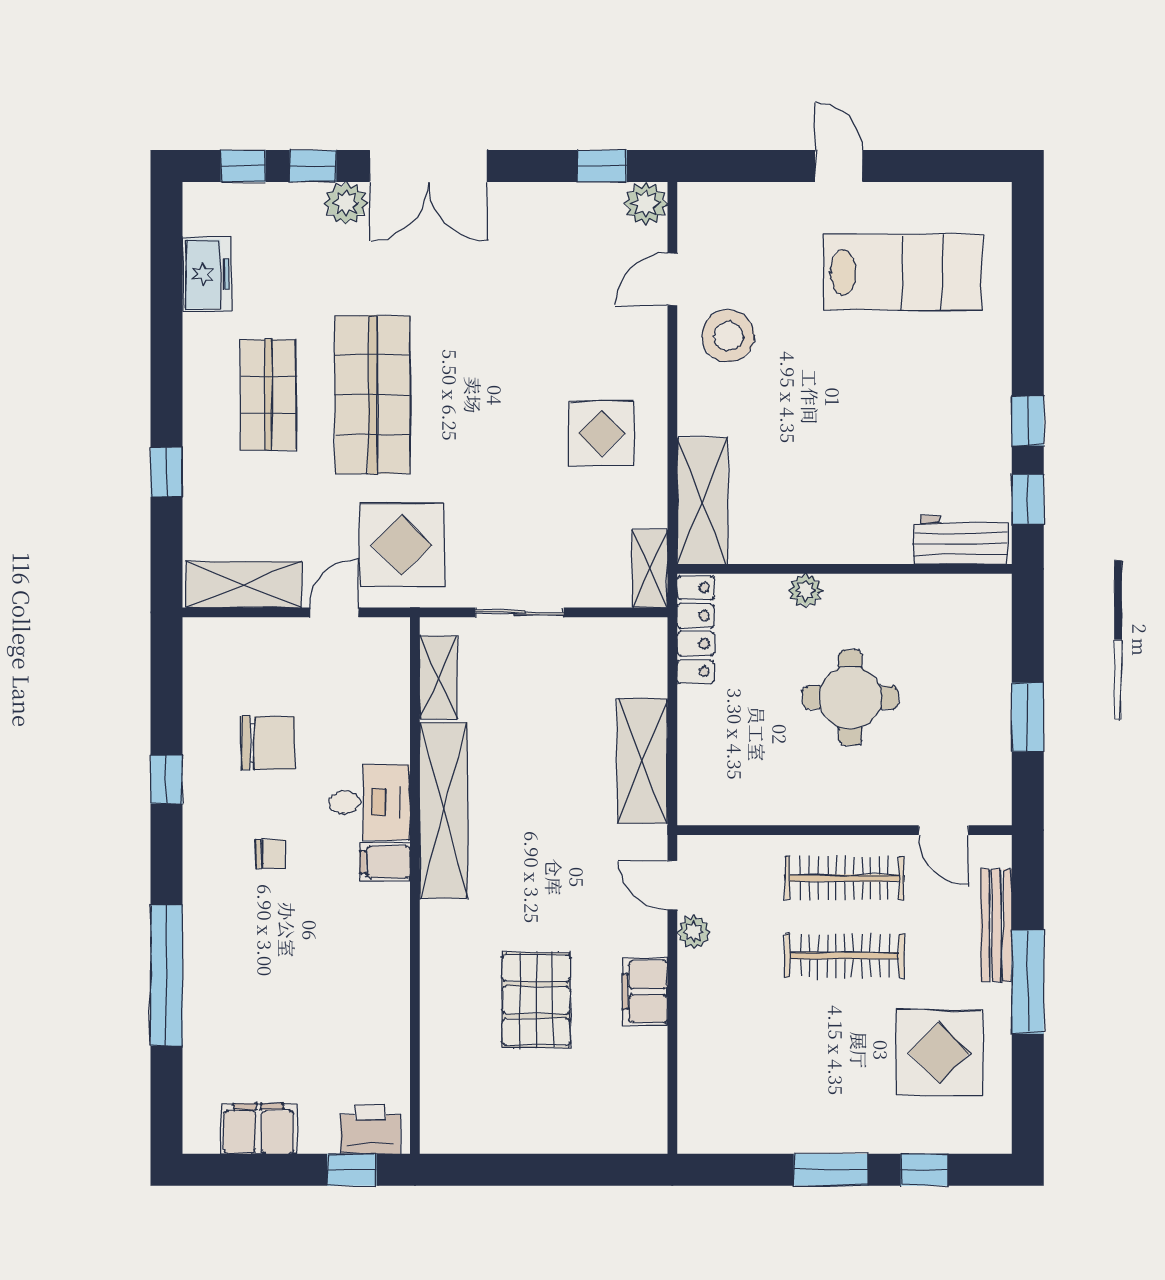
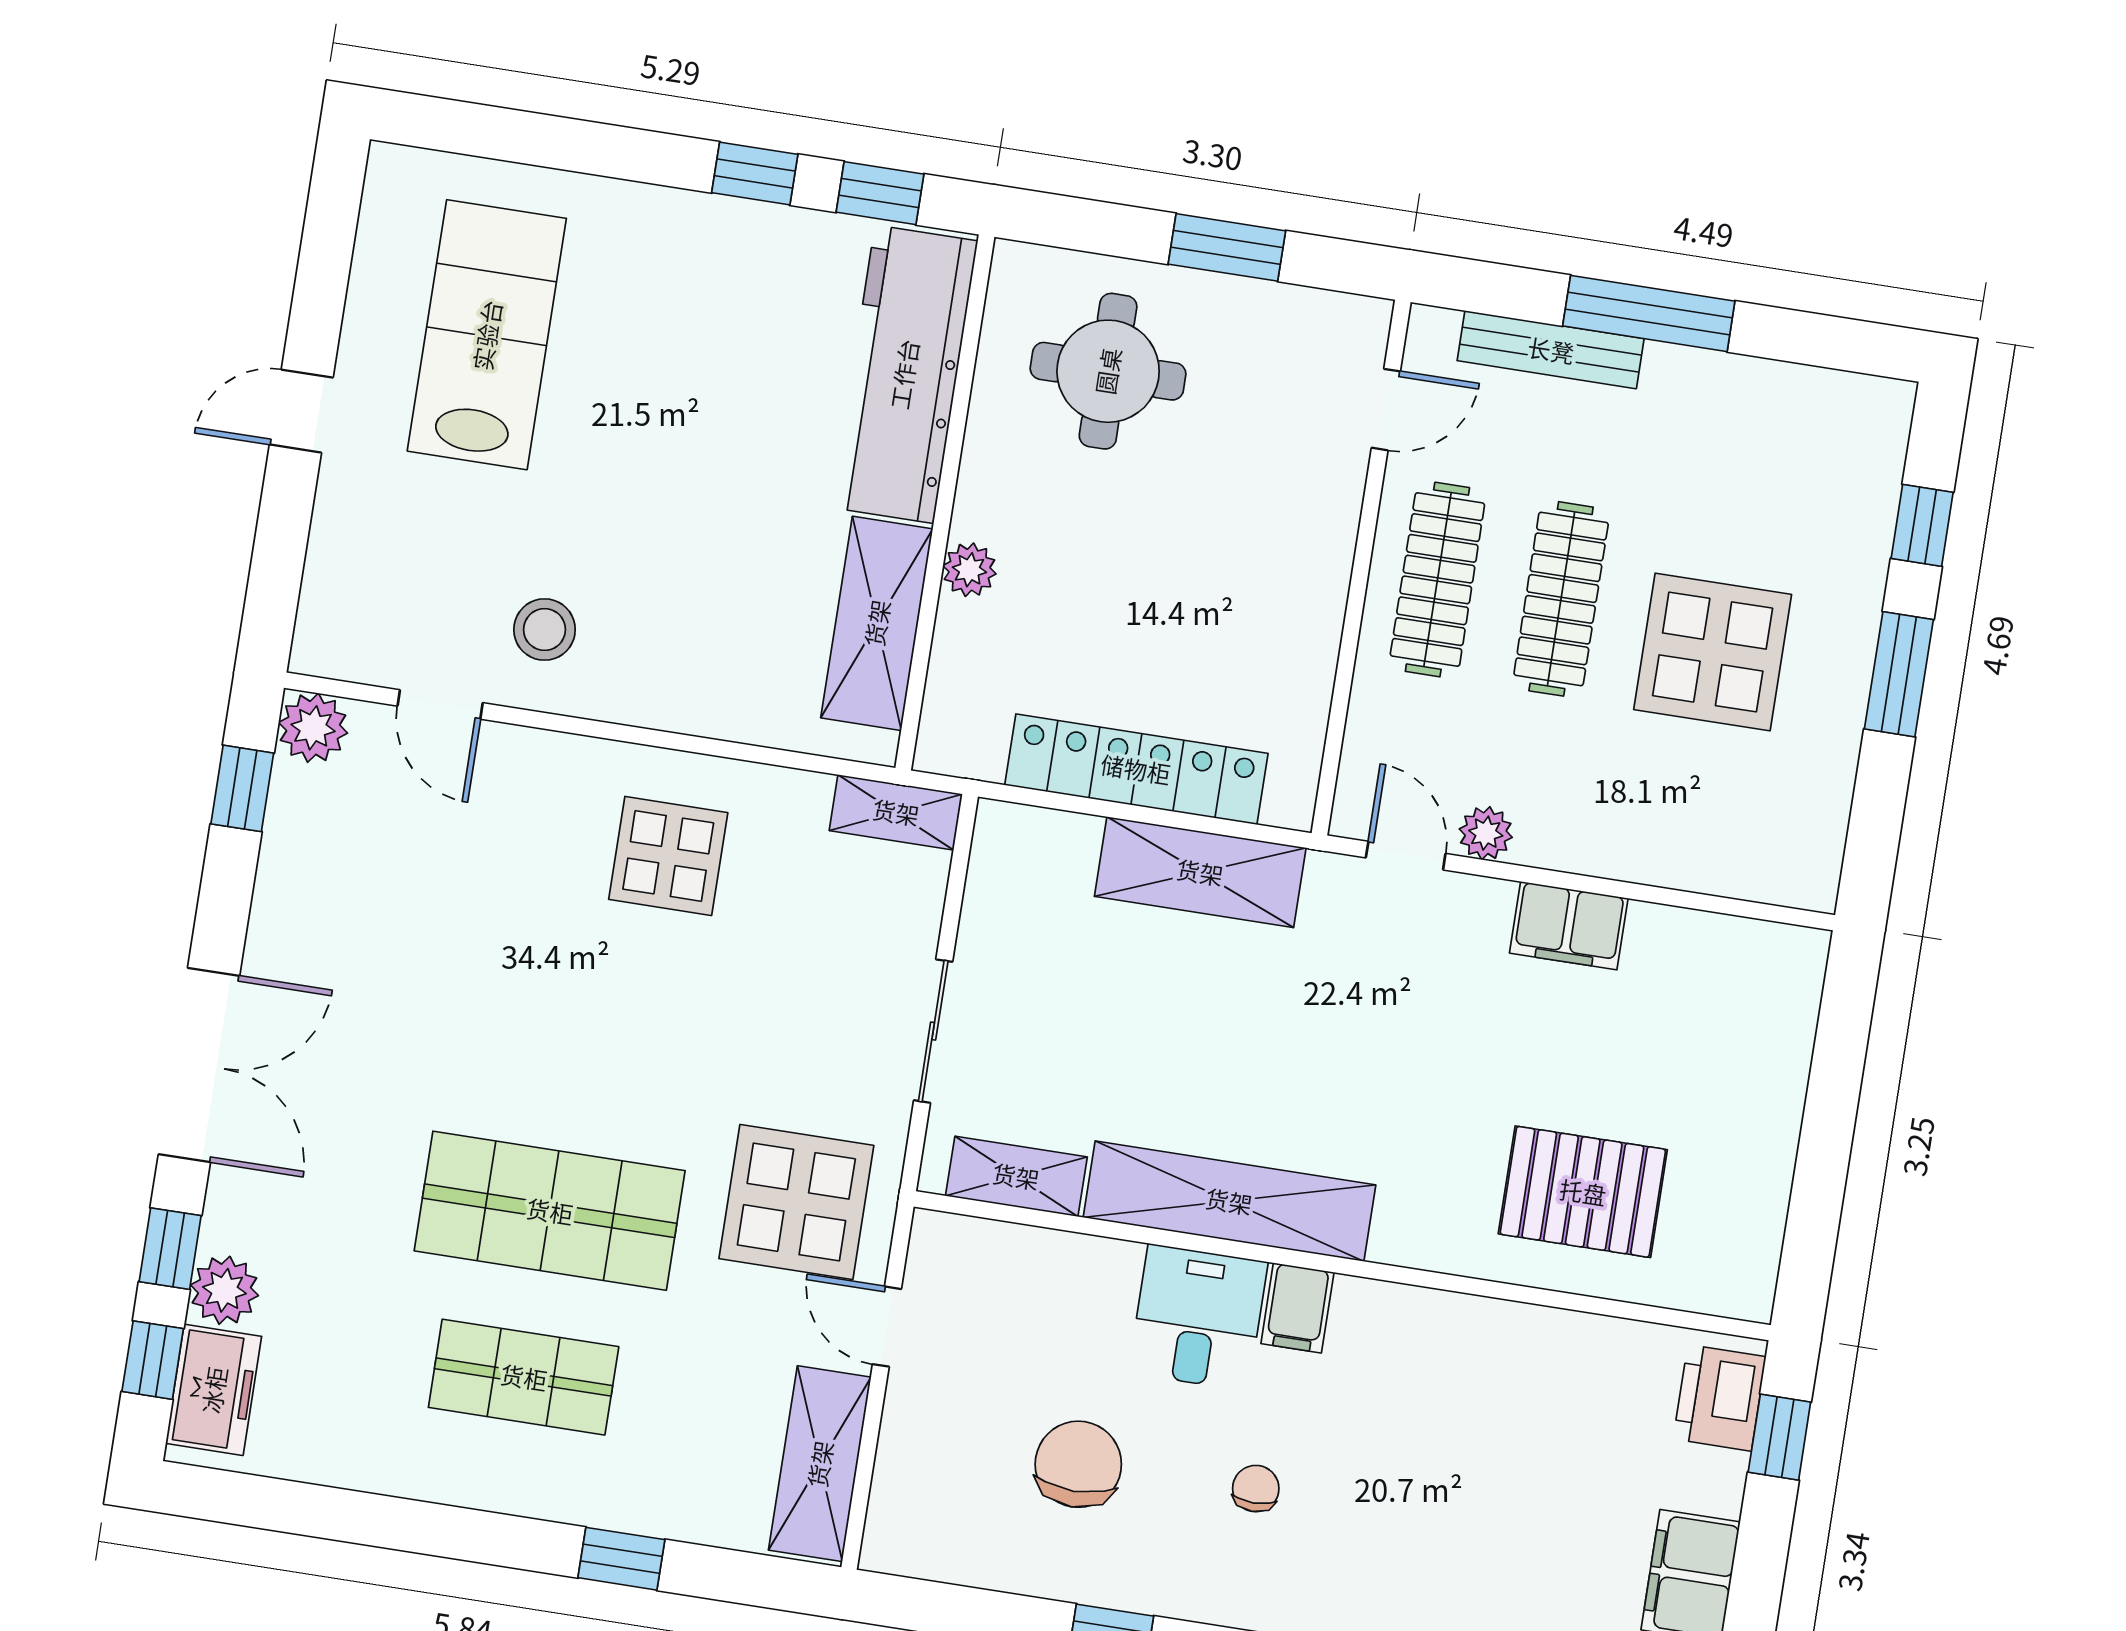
plant: (346, 203) -> (224, 1290), moved
freezer: (207, 274) -> (214, 1390), moved, turned 90
stool: (728, 336) -> (545, 630), width x0.73, depth x0.73
shelving: (702, 501) -> (877, 623), moved, turned 90
workbench: (960, 540) -> (904, 374), width x1.88, depth x1.32
locker: (696, 630) -> (1136, 769), moved, width x1.41, depth x1.21
round table: (850, 697) -> (1108, 371), moved
door: (672, 885) -> (1406, 856), swing flipped
pallet: (536, 1000) -> (1583, 1192), moved
display table: (939, 1053) -> (1713, 652), moved

